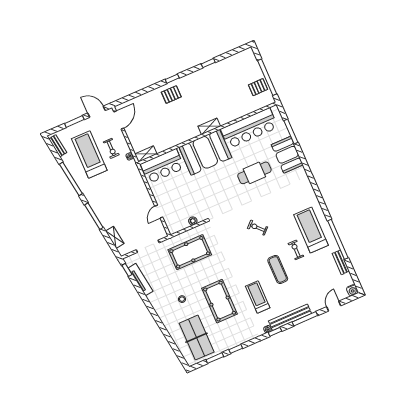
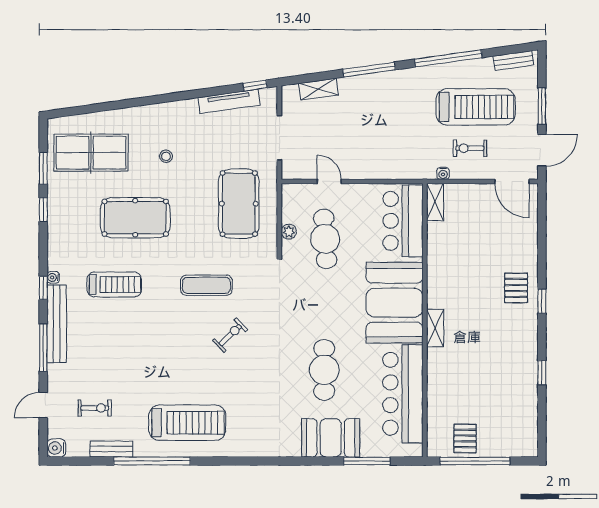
cafe table: (189, 201) -> (325, 239), added
exercise bike: (296, 250) -> (95, 408), moved
exercise mat: (278, 269) -> (206, 285), moved
door: (334, 306) -> (43, 405), swing flipped

